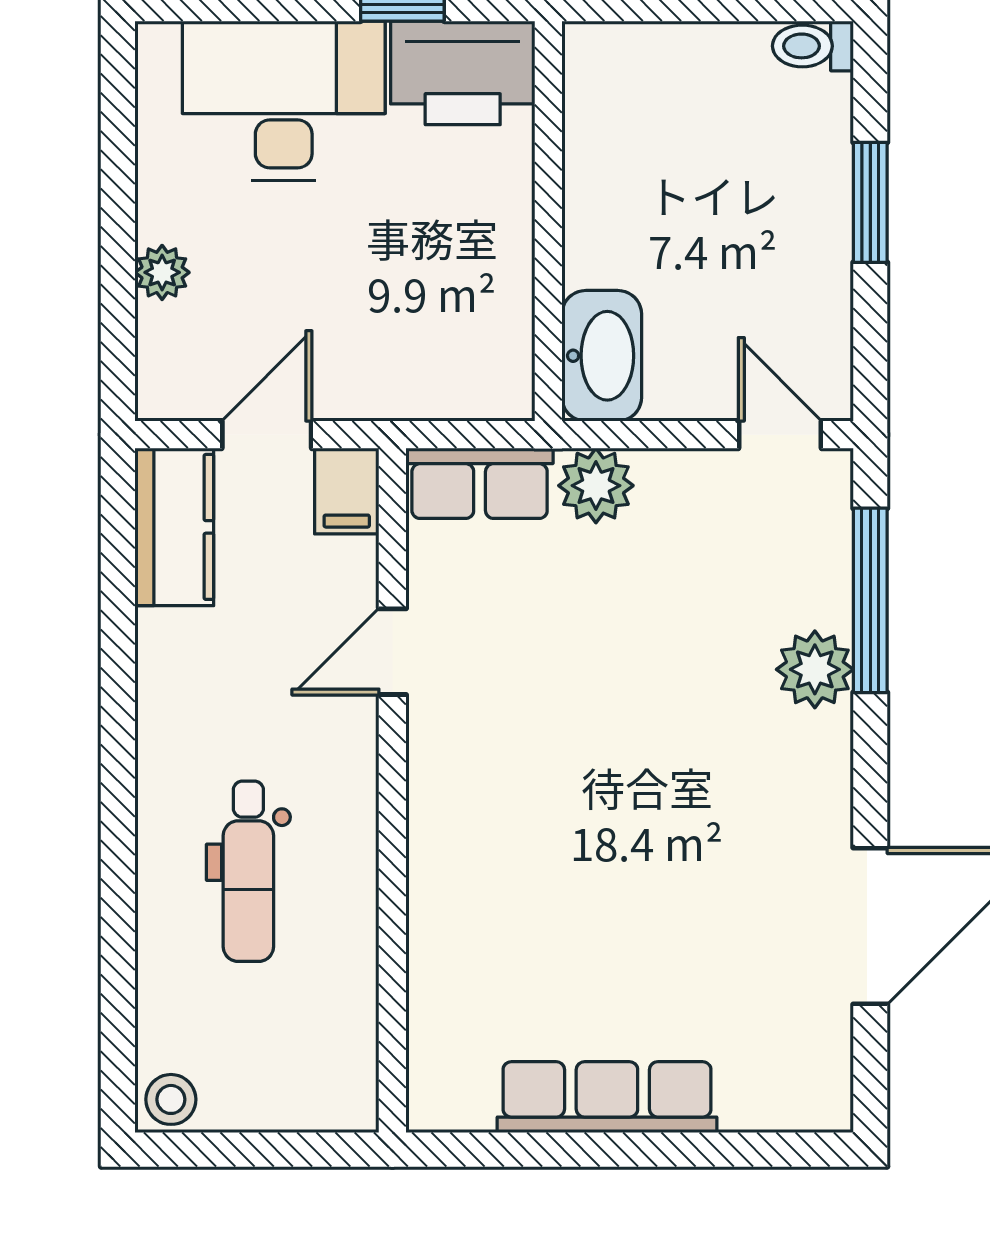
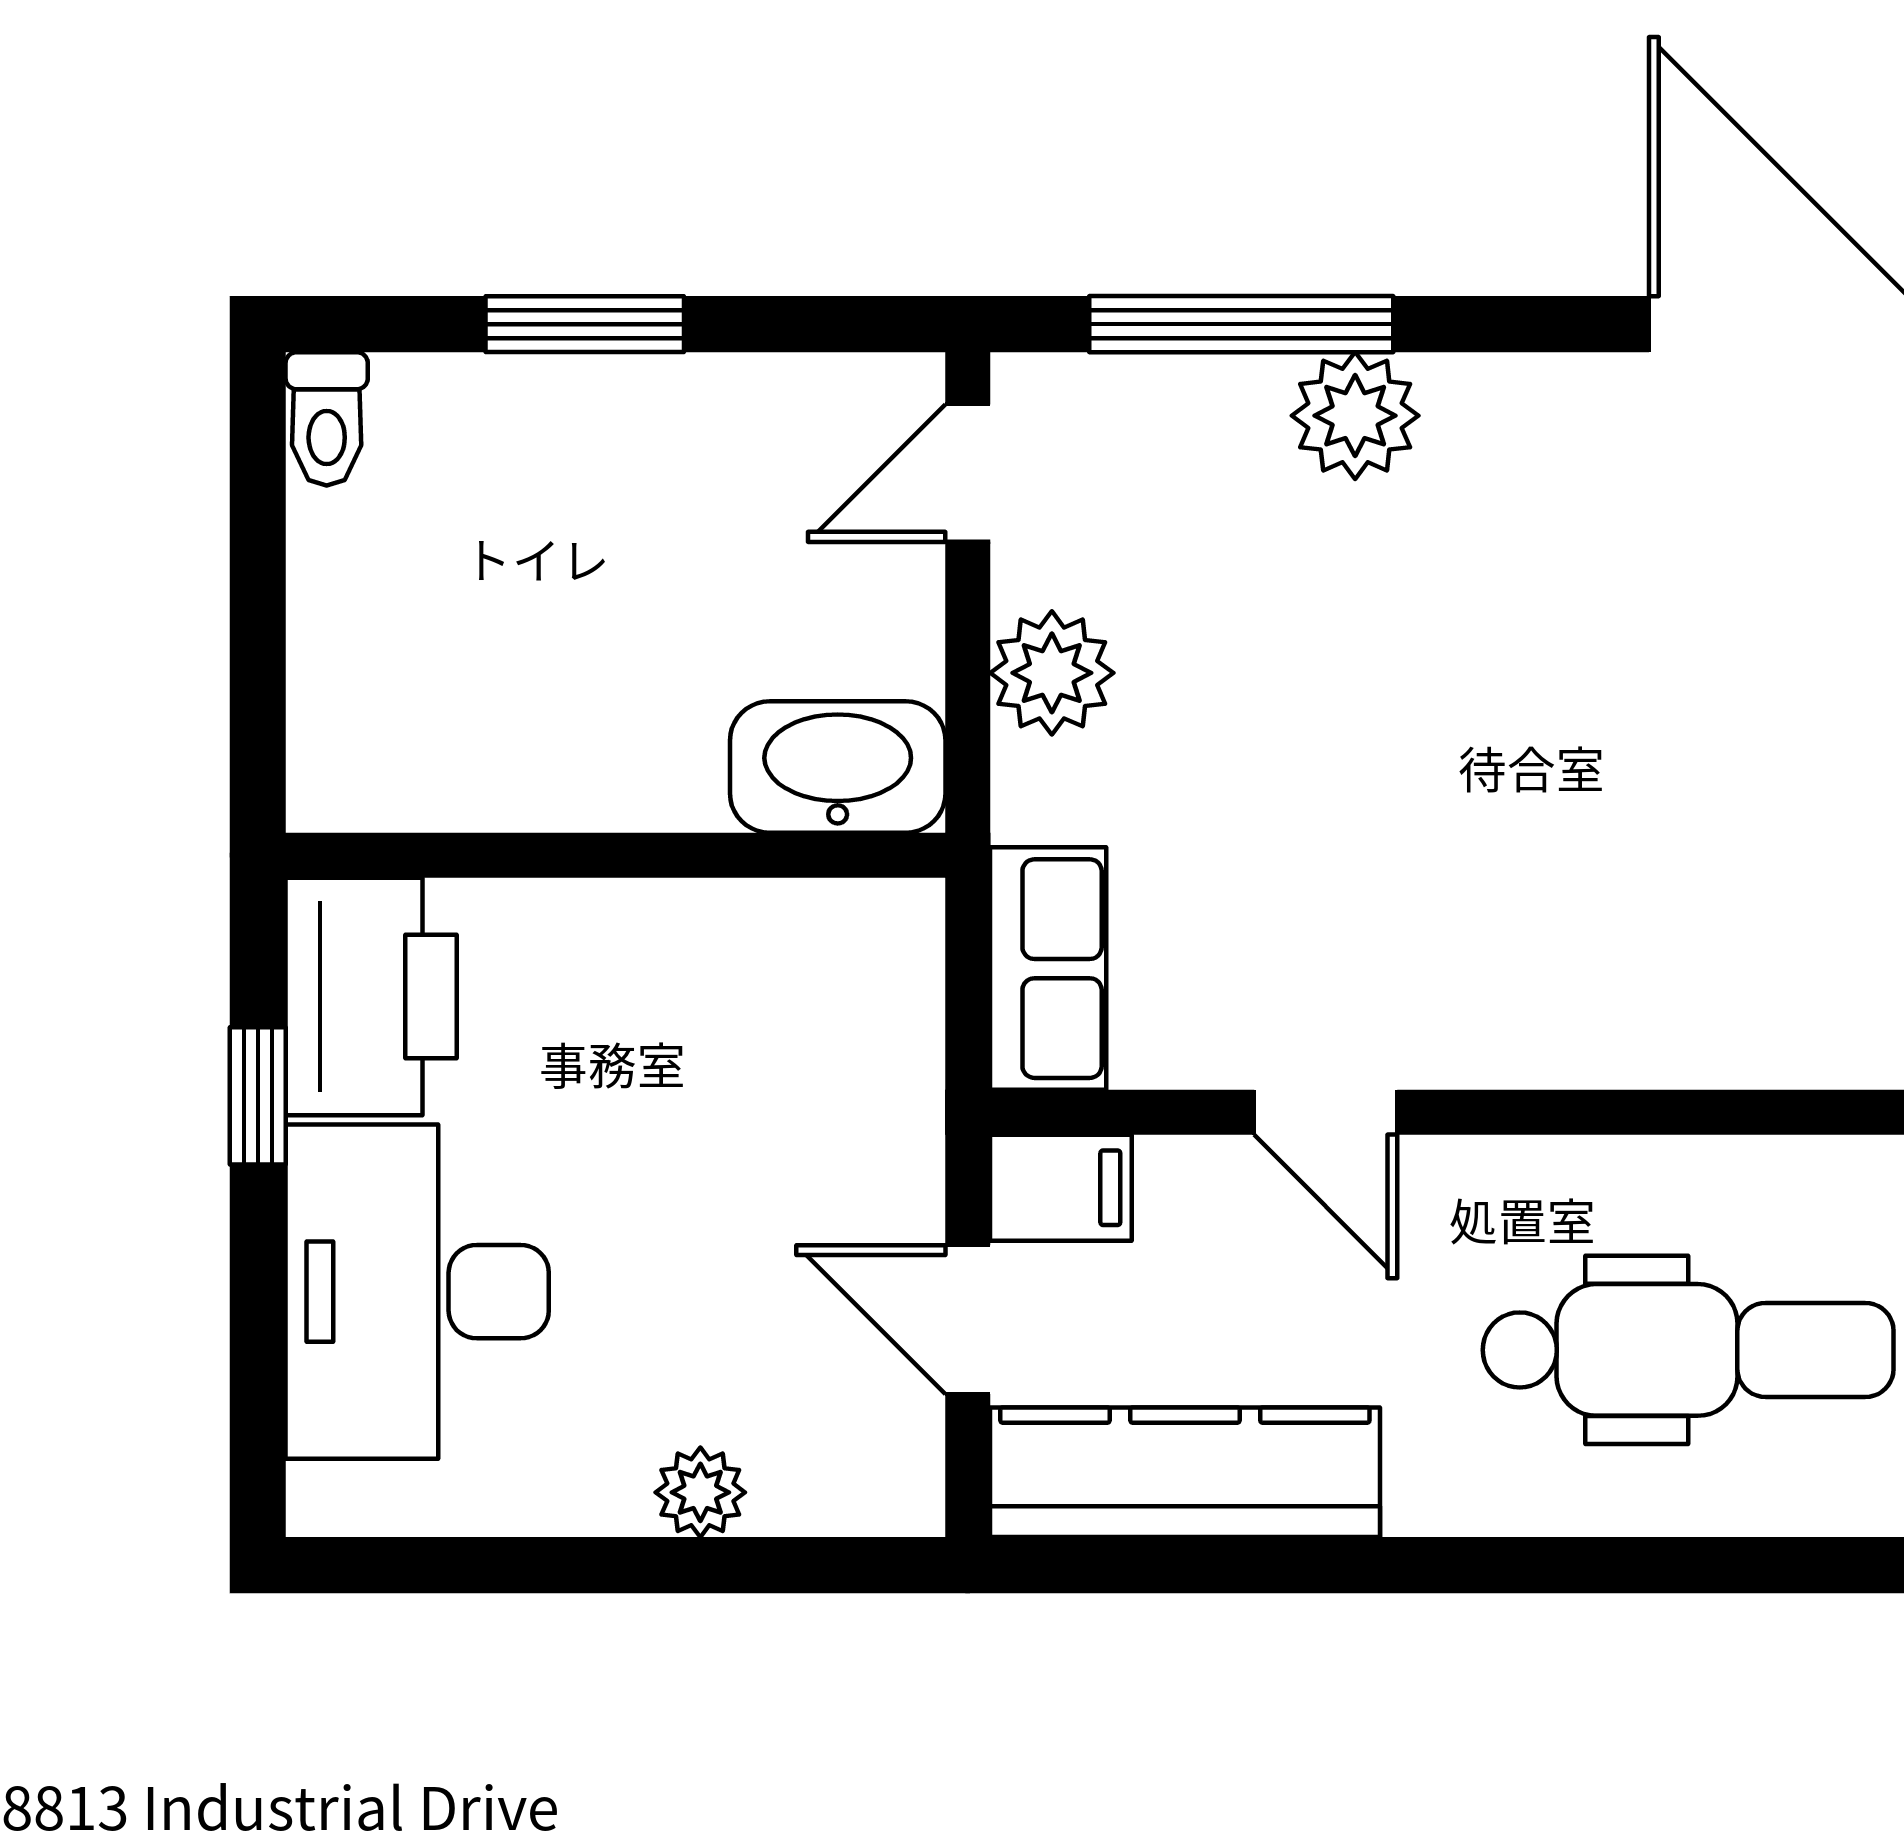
plant: (596, 486) -> (1052, 673), moved
kitchen counter: (174, 527) -> (1185, 1472), width x1.50
dental chair: (248, 871) -> (1688, 1350), width x1.36, depth x1.38

